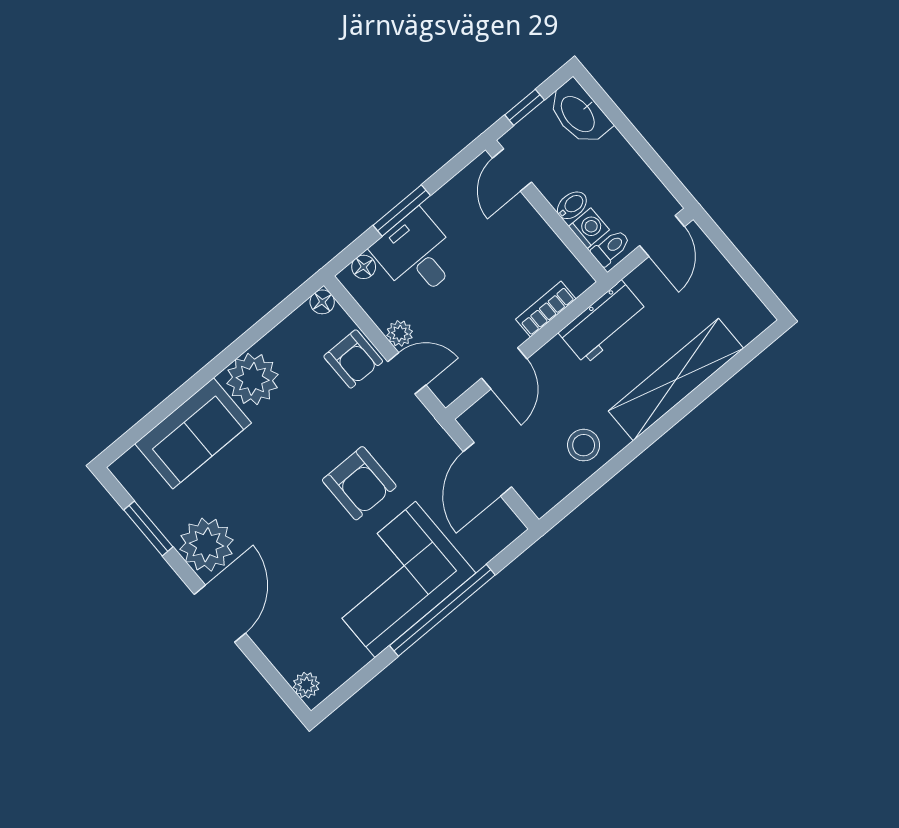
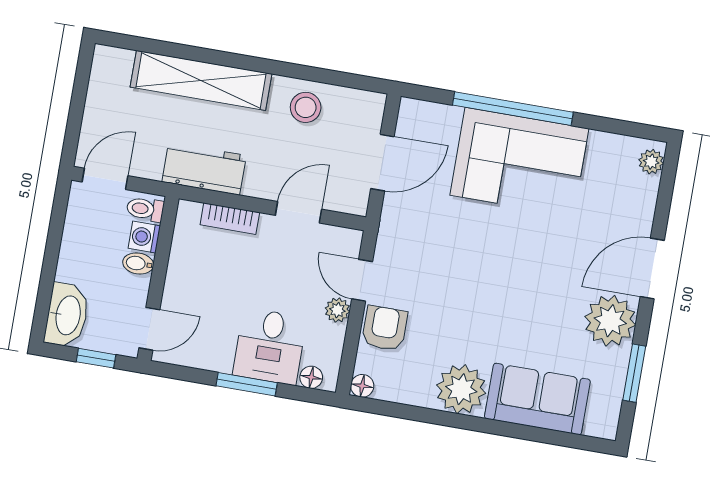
armchair: (359, 483) -> (471, 247), removed

